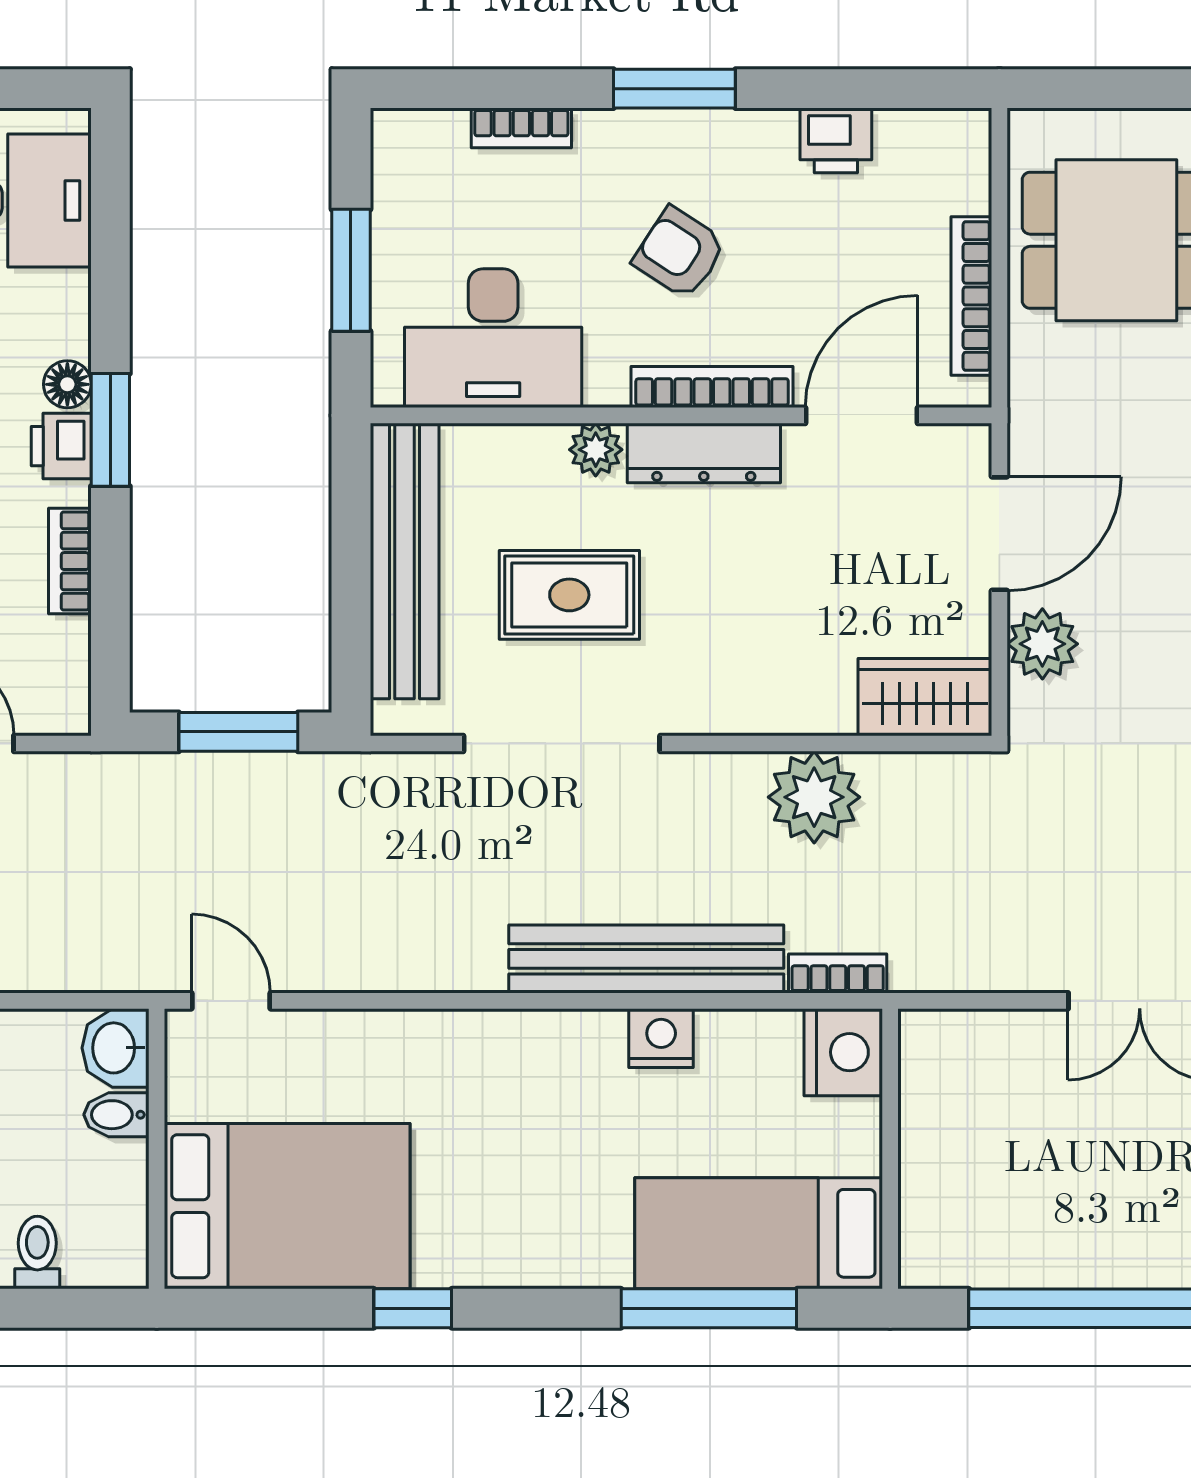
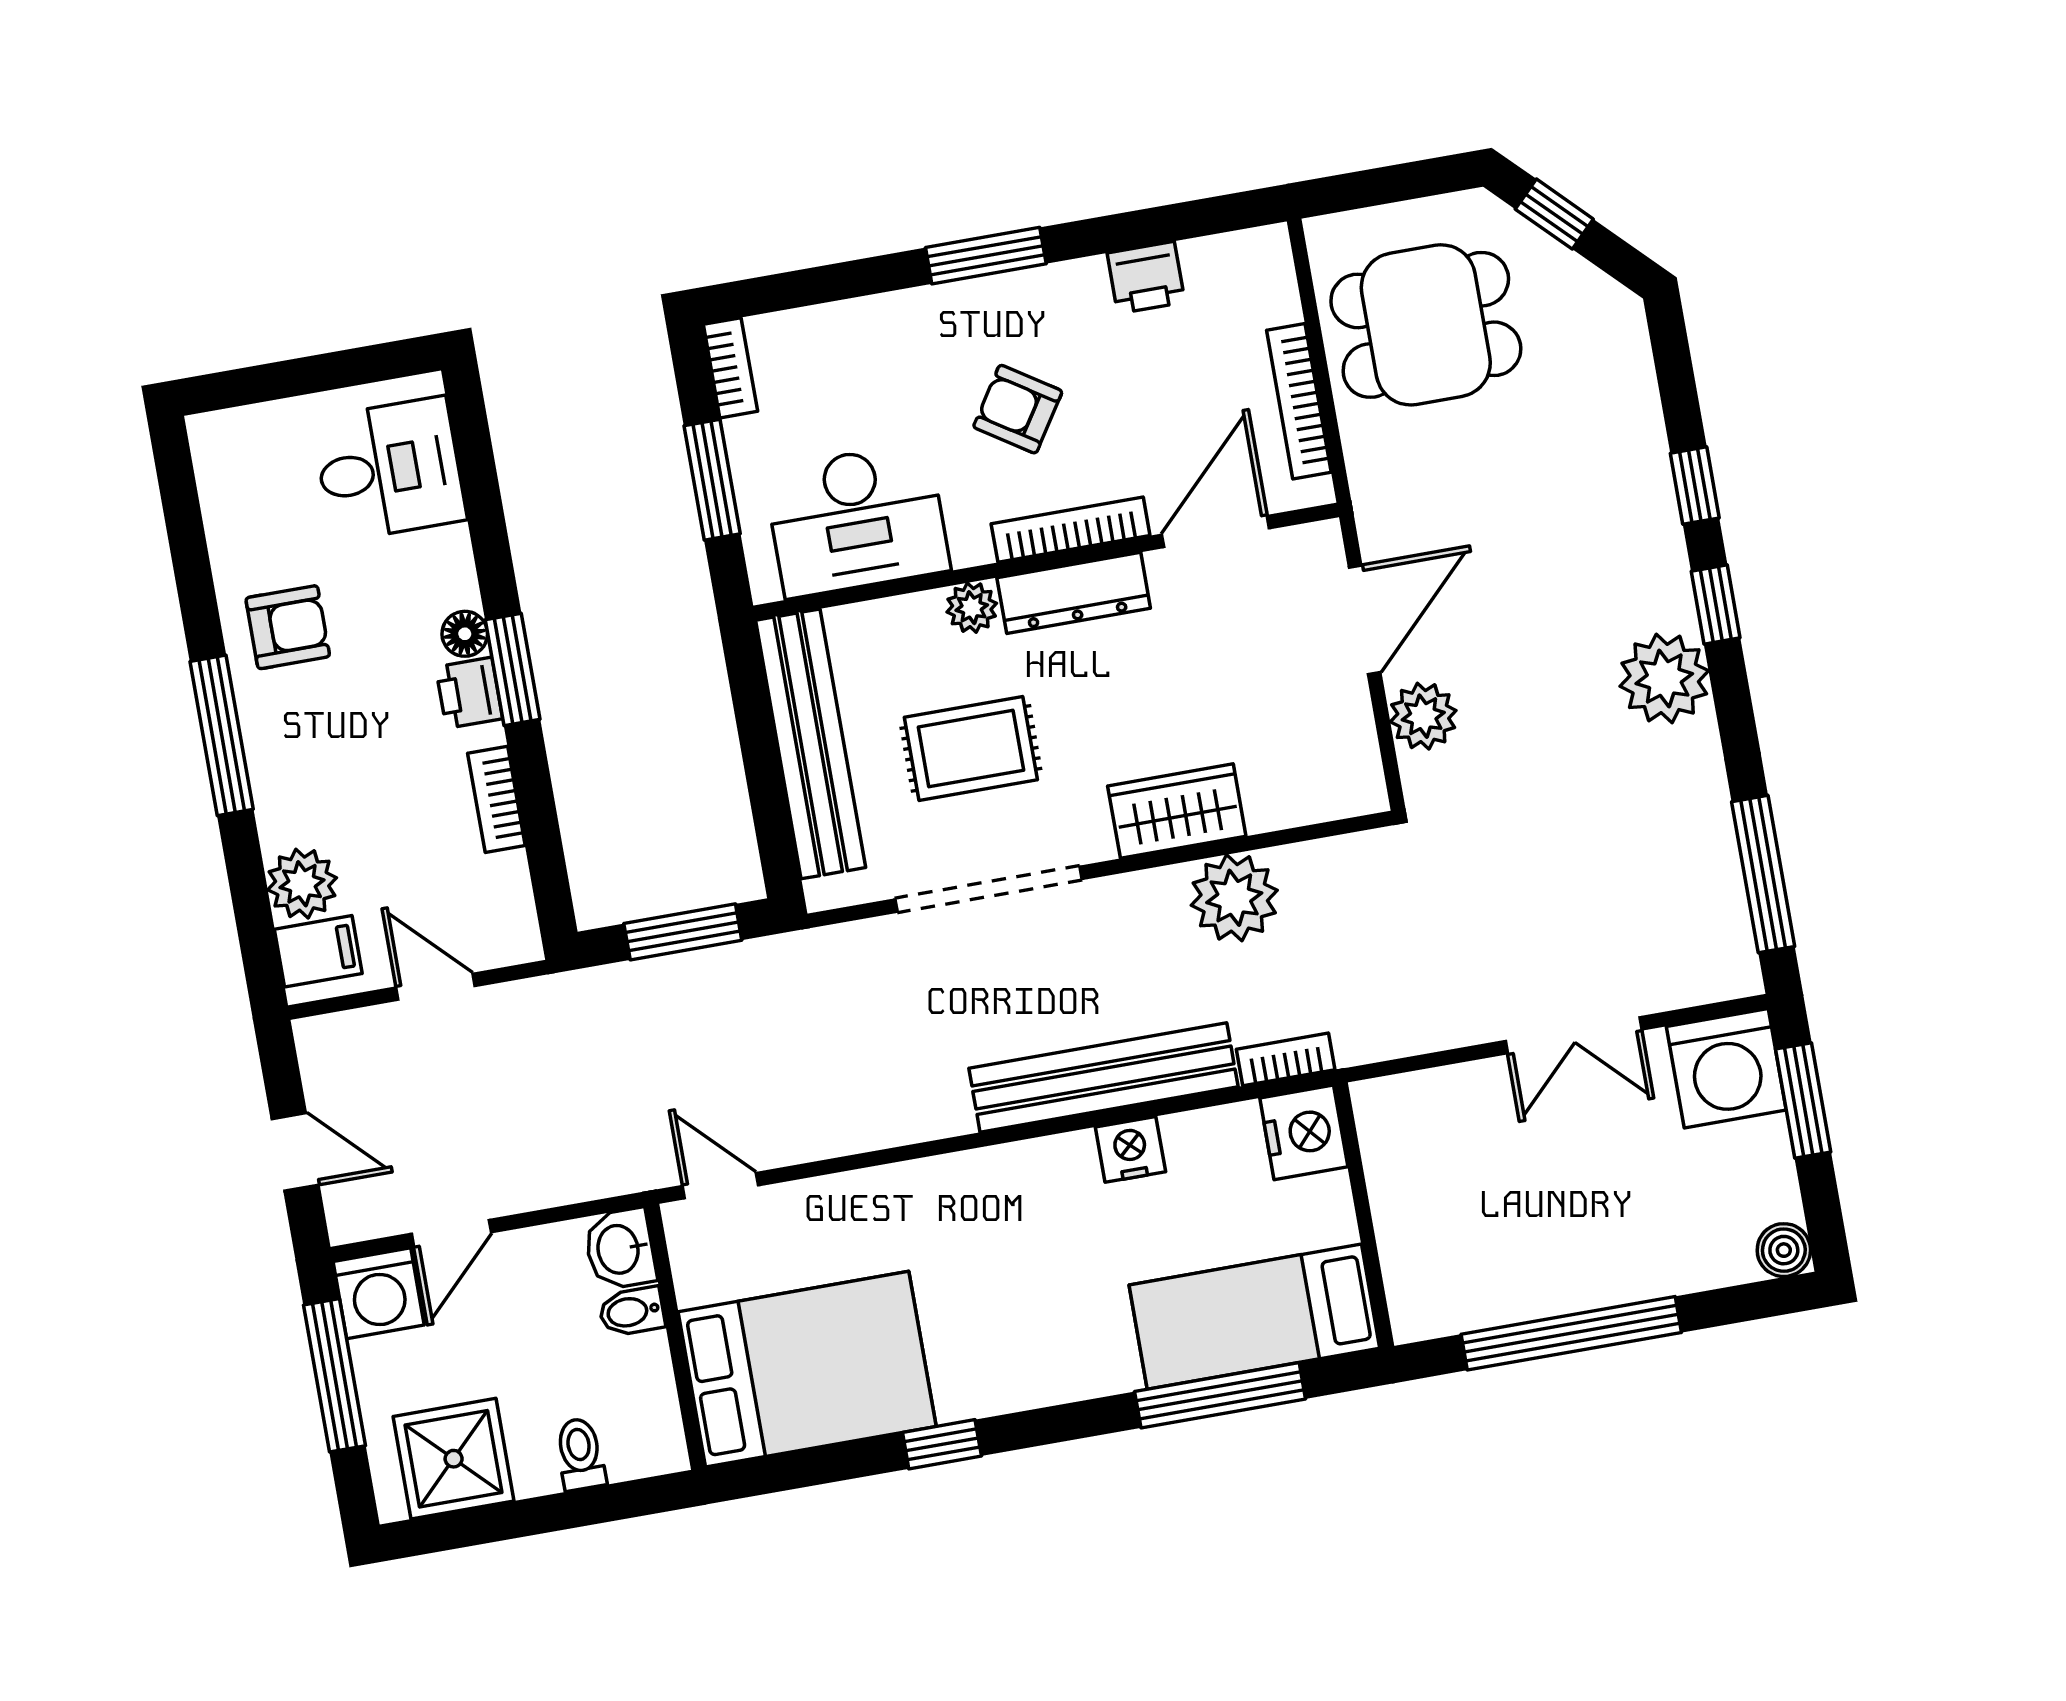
bookcase: (521, 128) -> (730, 368), moved, turned -90
wardrobe: (925, 697) -> (1177, 811), moved

